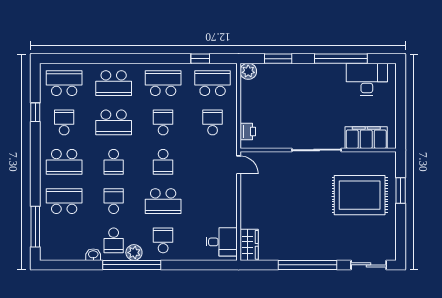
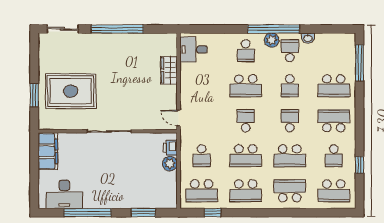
plant: (248, 71) -> (170, 164), moved
school desk: (114, 122) -> (290, 156), turned 180
school desk: (163, 122) -> (246, 156), width x1.85
filing cabinet: (366, 138) -> (48, 151), moved, turned -90
school desk: (163, 201) -> (246, 86), turned 180
wardrobe: (249, 245) -> (169, 70), moved

